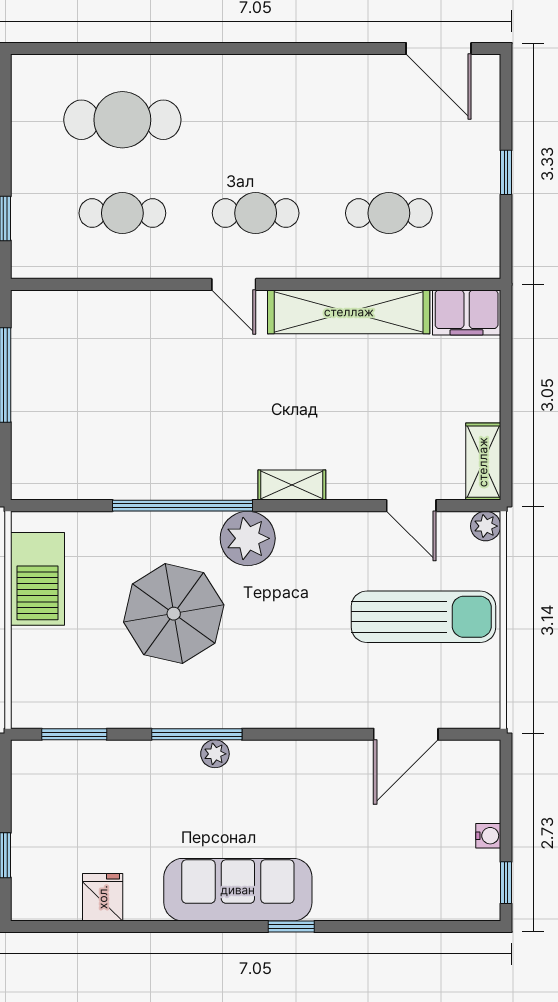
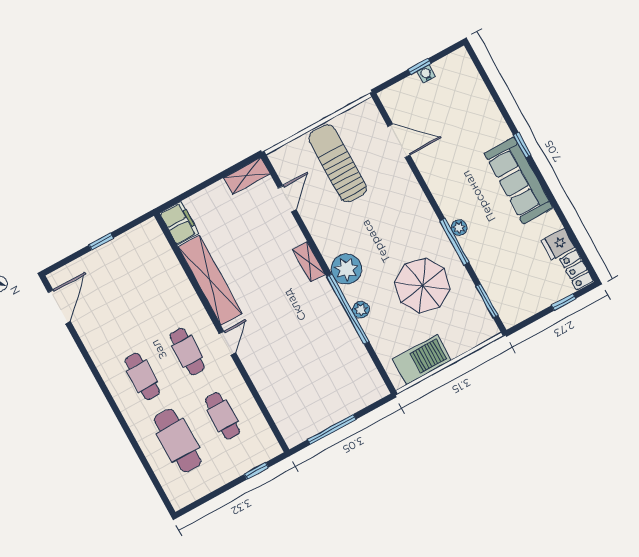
cafe table: (389, 213) -> (142, 376), moved
plant: (486, 526) -> (361, 310), moved
parasol: (174, 614) -> (422, 286), moved
window: (506, 883) -> (419, 66), moved
locker: (45, 904) -> (576, 270), added

